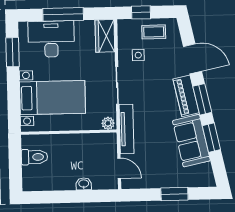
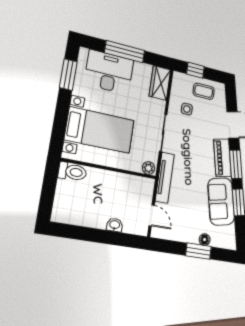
toilet: (34, 157) -> (72, 172), moved
floor lamp: (179, 182) -> (205, 240), added

